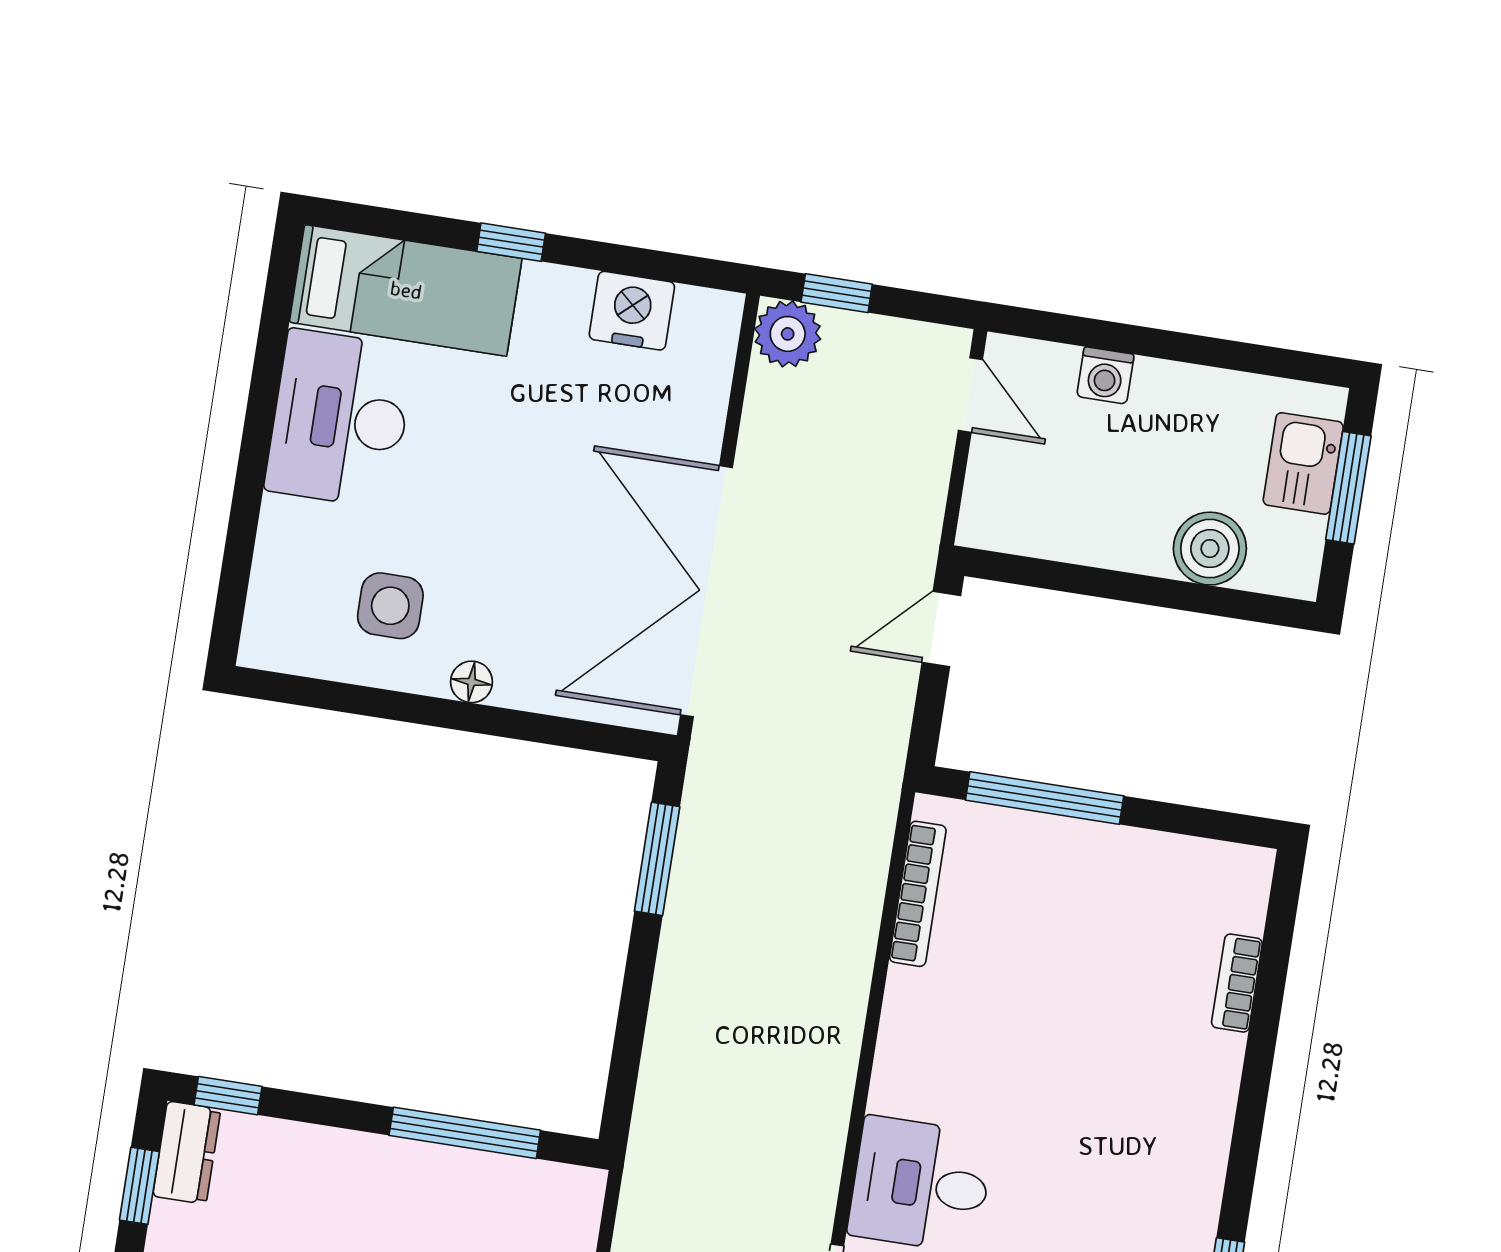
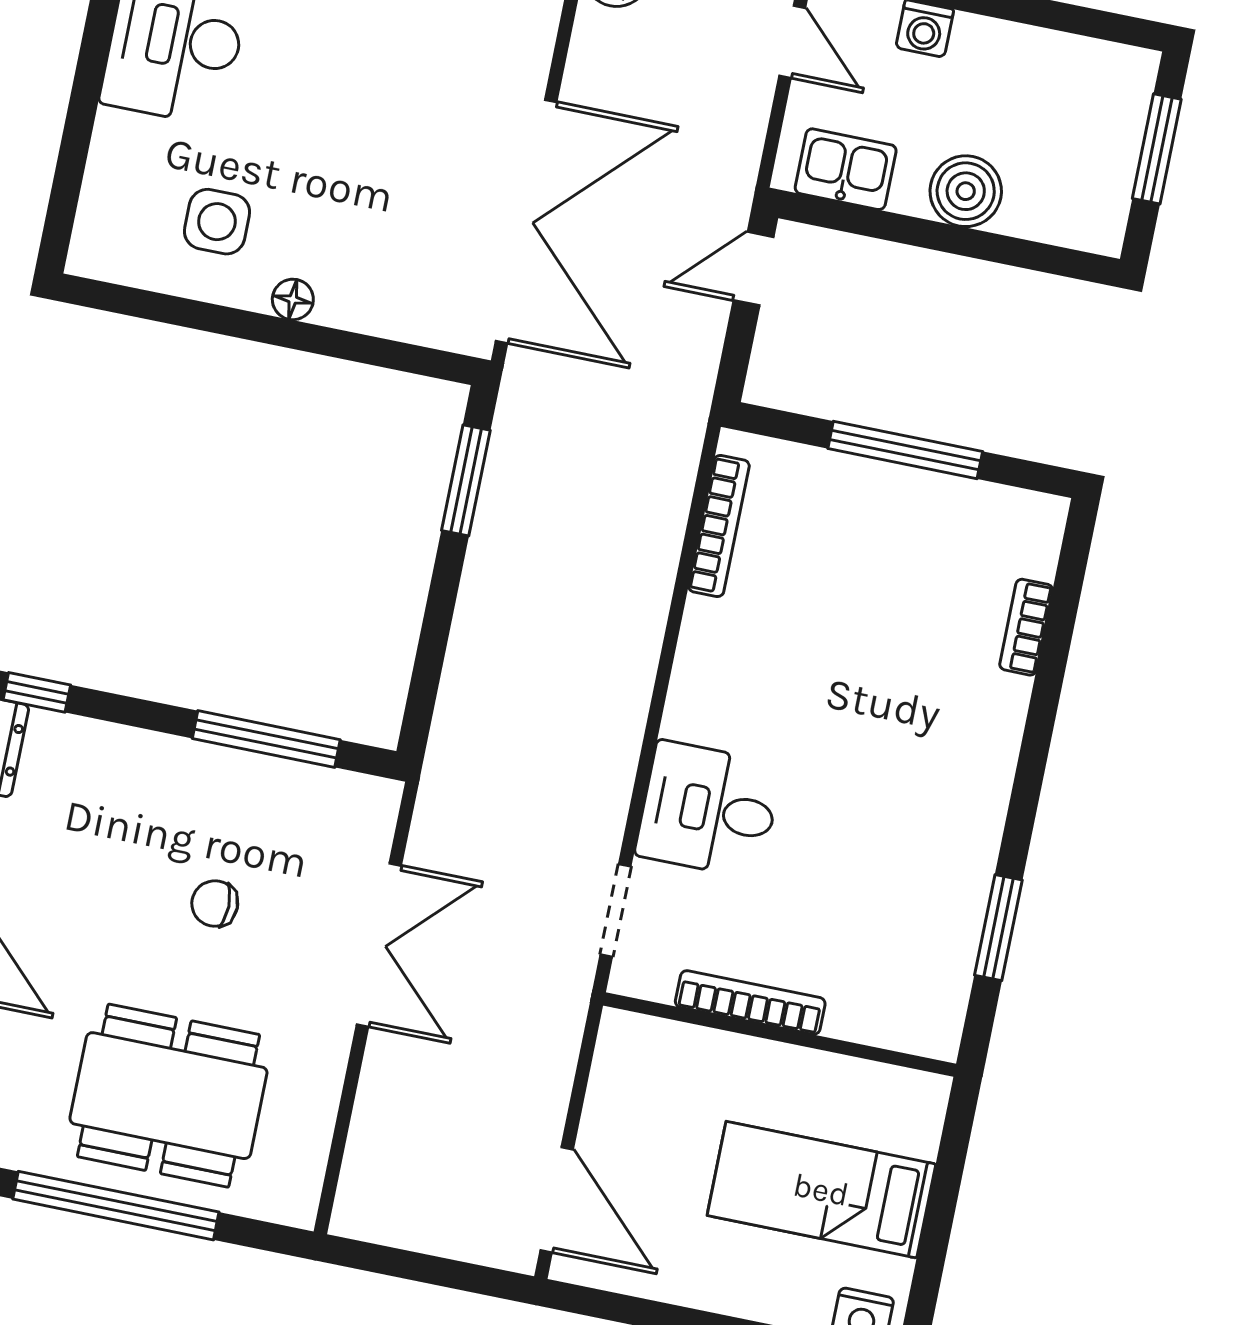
kitchen sink: (1303, 463) -> (846, 169), moved, turned 90
boiler: (1210, 549) -> (966, 191), moved
double door: (707, 591) -> (526, 221), swing flipped
window: (1045, 798) -> (905, 450), moved

